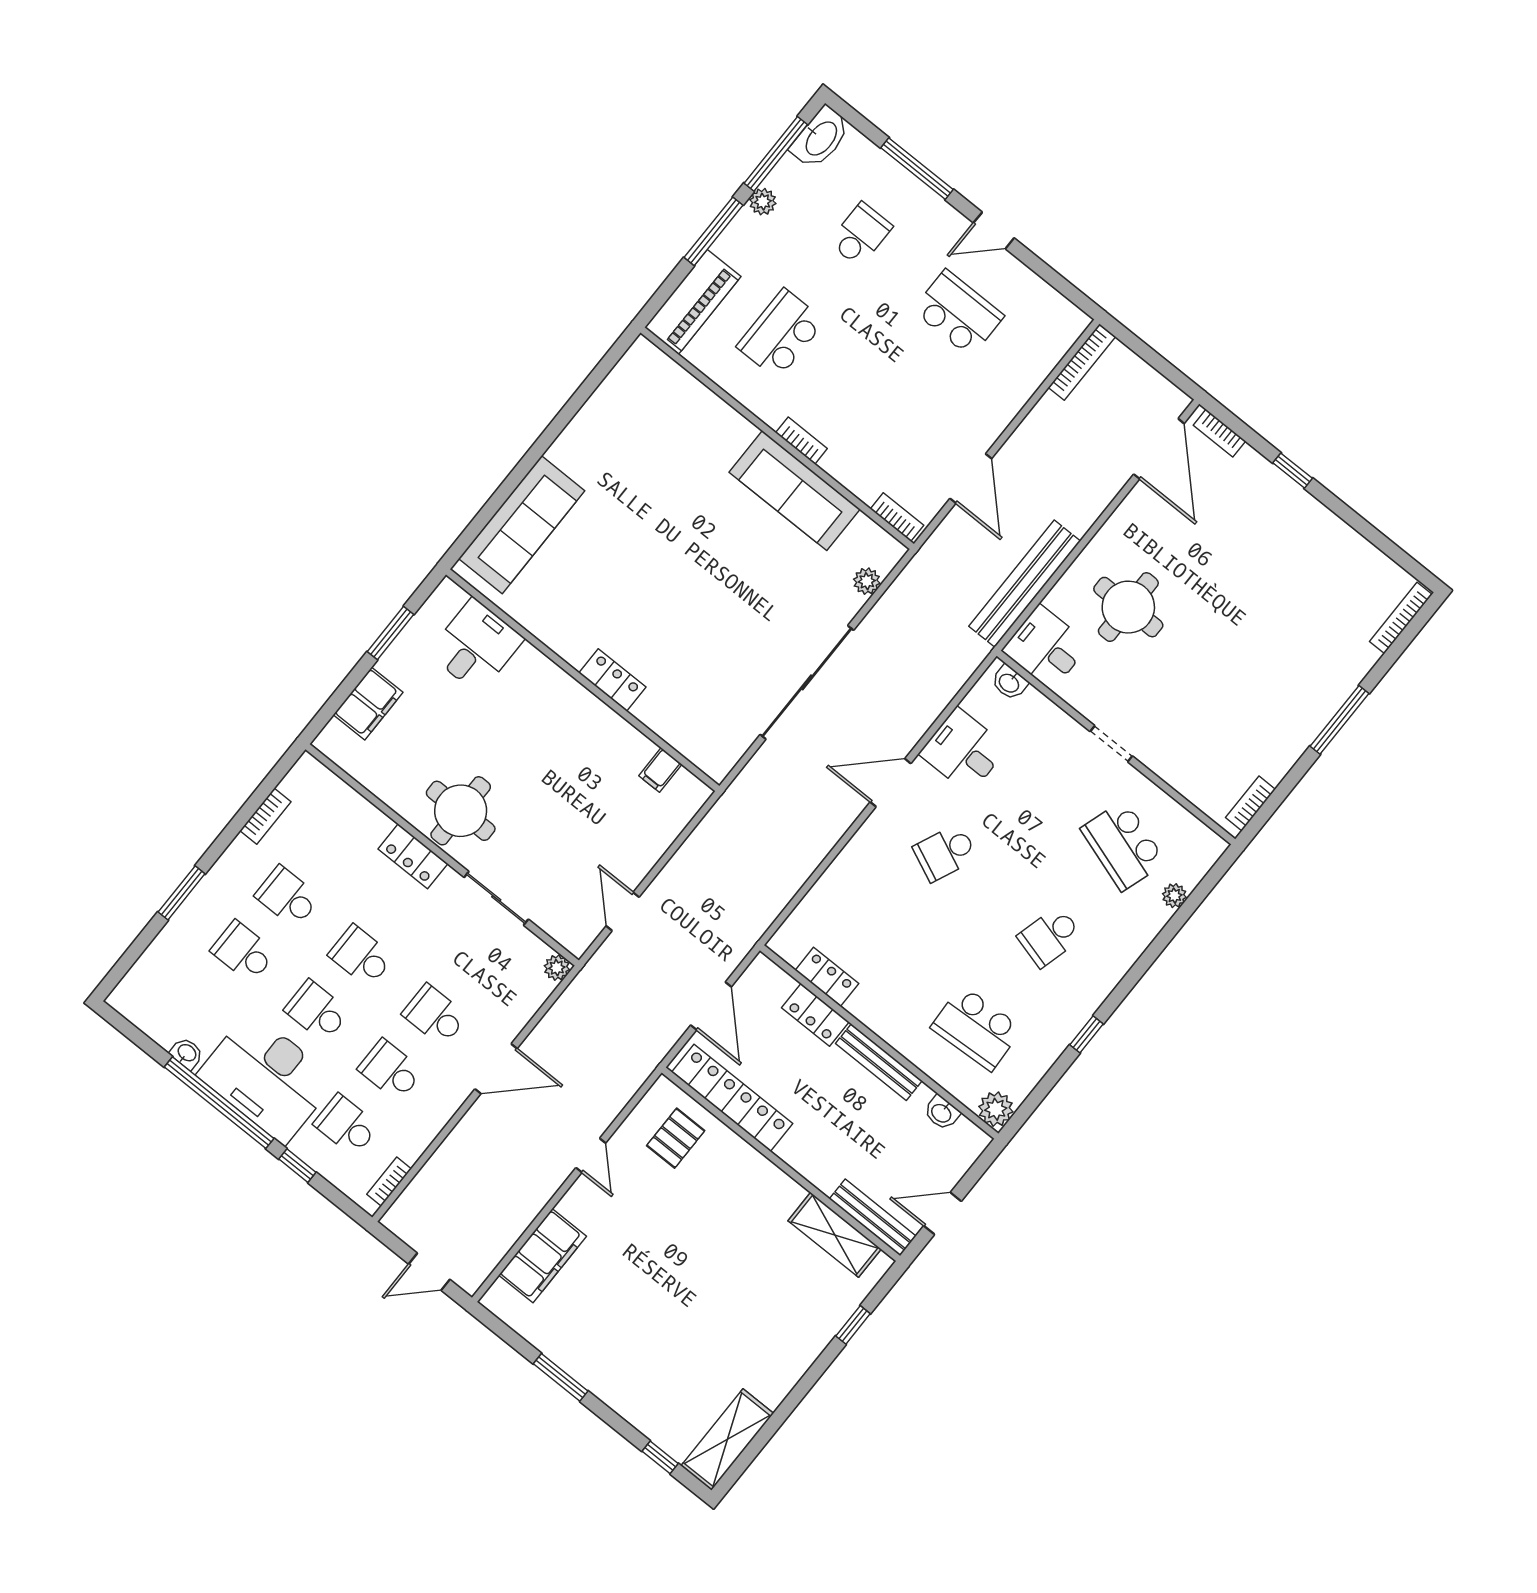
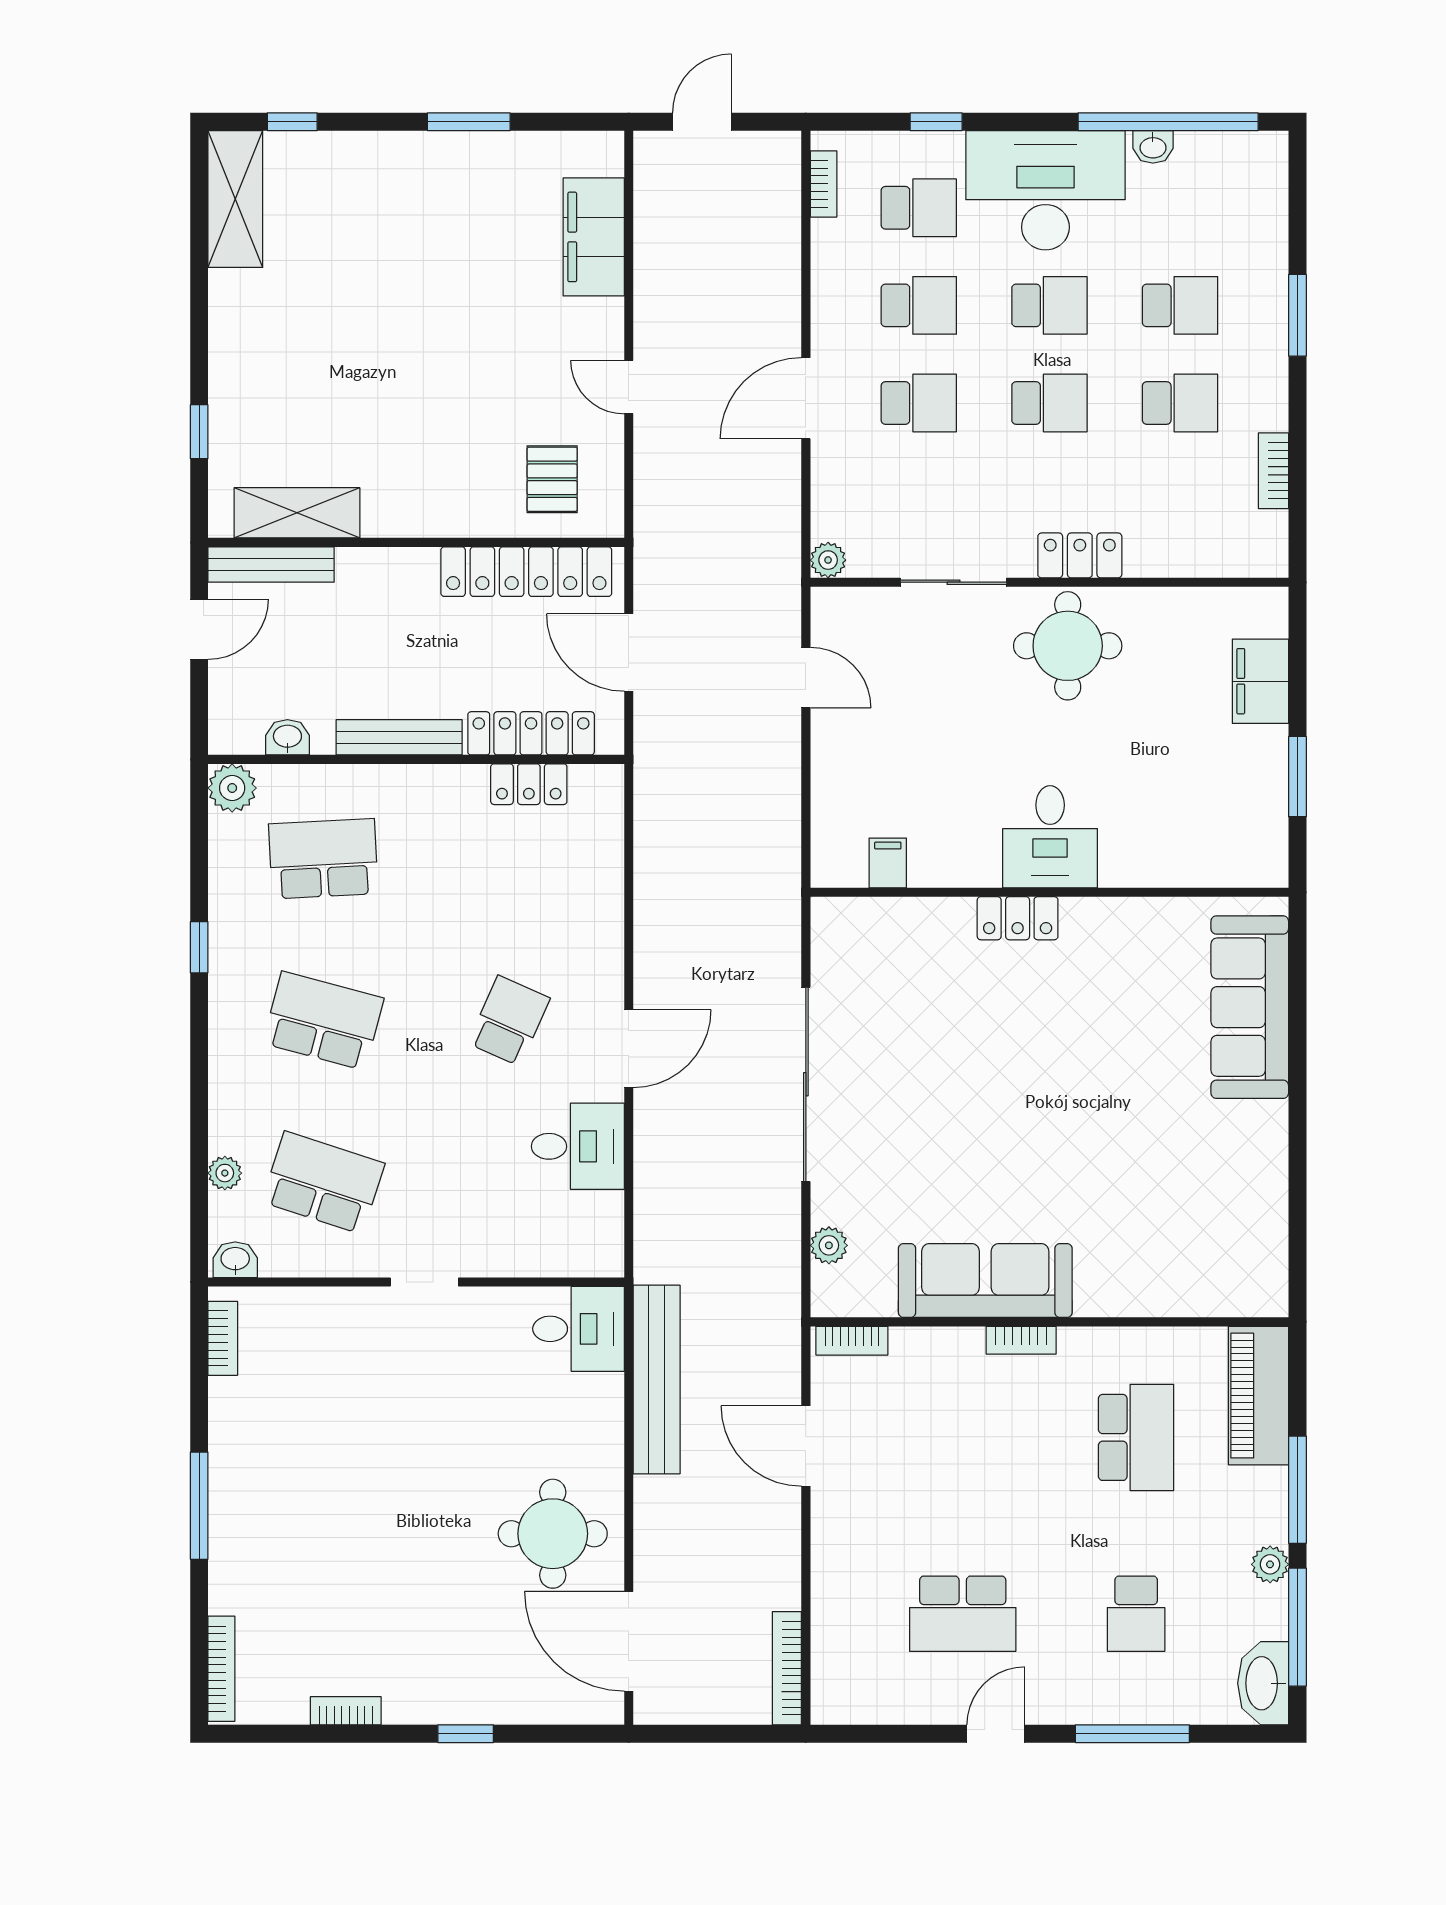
bookcase: (1219, 433) -> (346, 1711), moved
round table: (1128, 607) -> (553, 1534), moved
desk: (476, 646) -> (1050, 837), moved
washbasin: (1009, 683) -> (235, 1260), moved
school desk: (1050, 937) -> (323, 1021), width x1.85
locker: (815, 1015) -> (531, 733), width x1.53
window: (219, 1103) -> (1168, 122), moved

